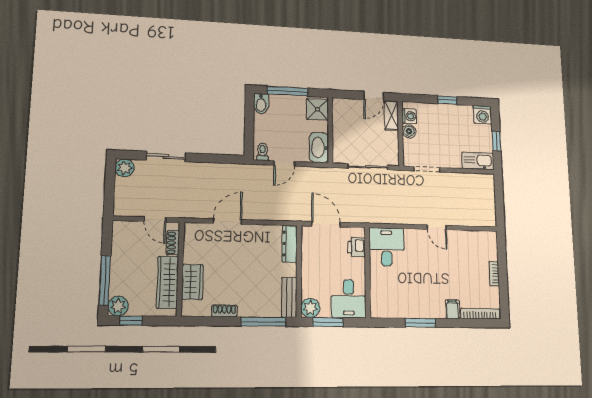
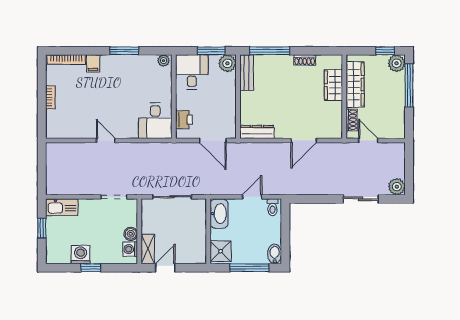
washing machine: (483, 115) -> (81, 255), moved
dresser: (290, 244) -> (257, 132), moved, turned -90
plant: (379, 312) -> (164, 61), added

